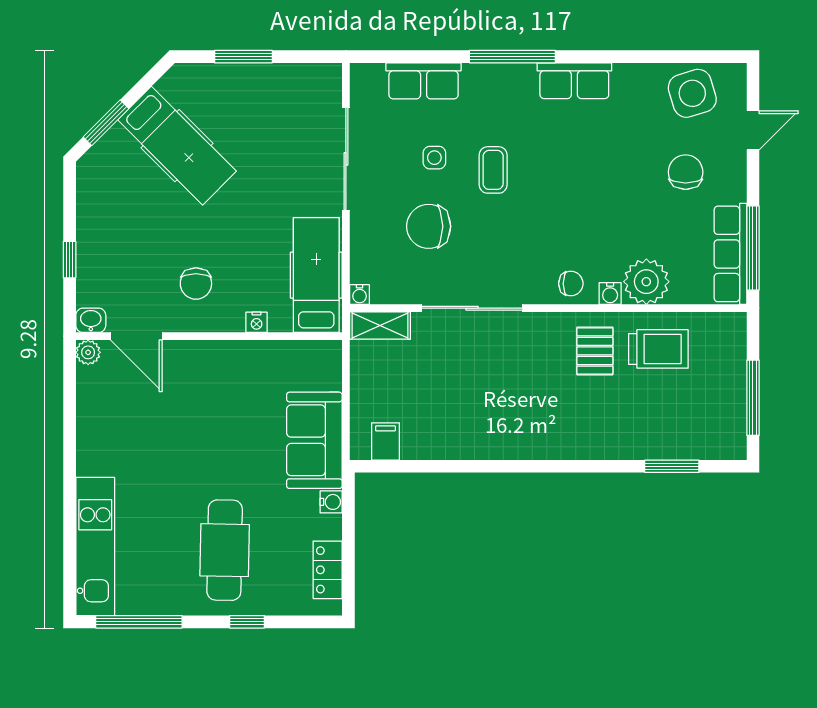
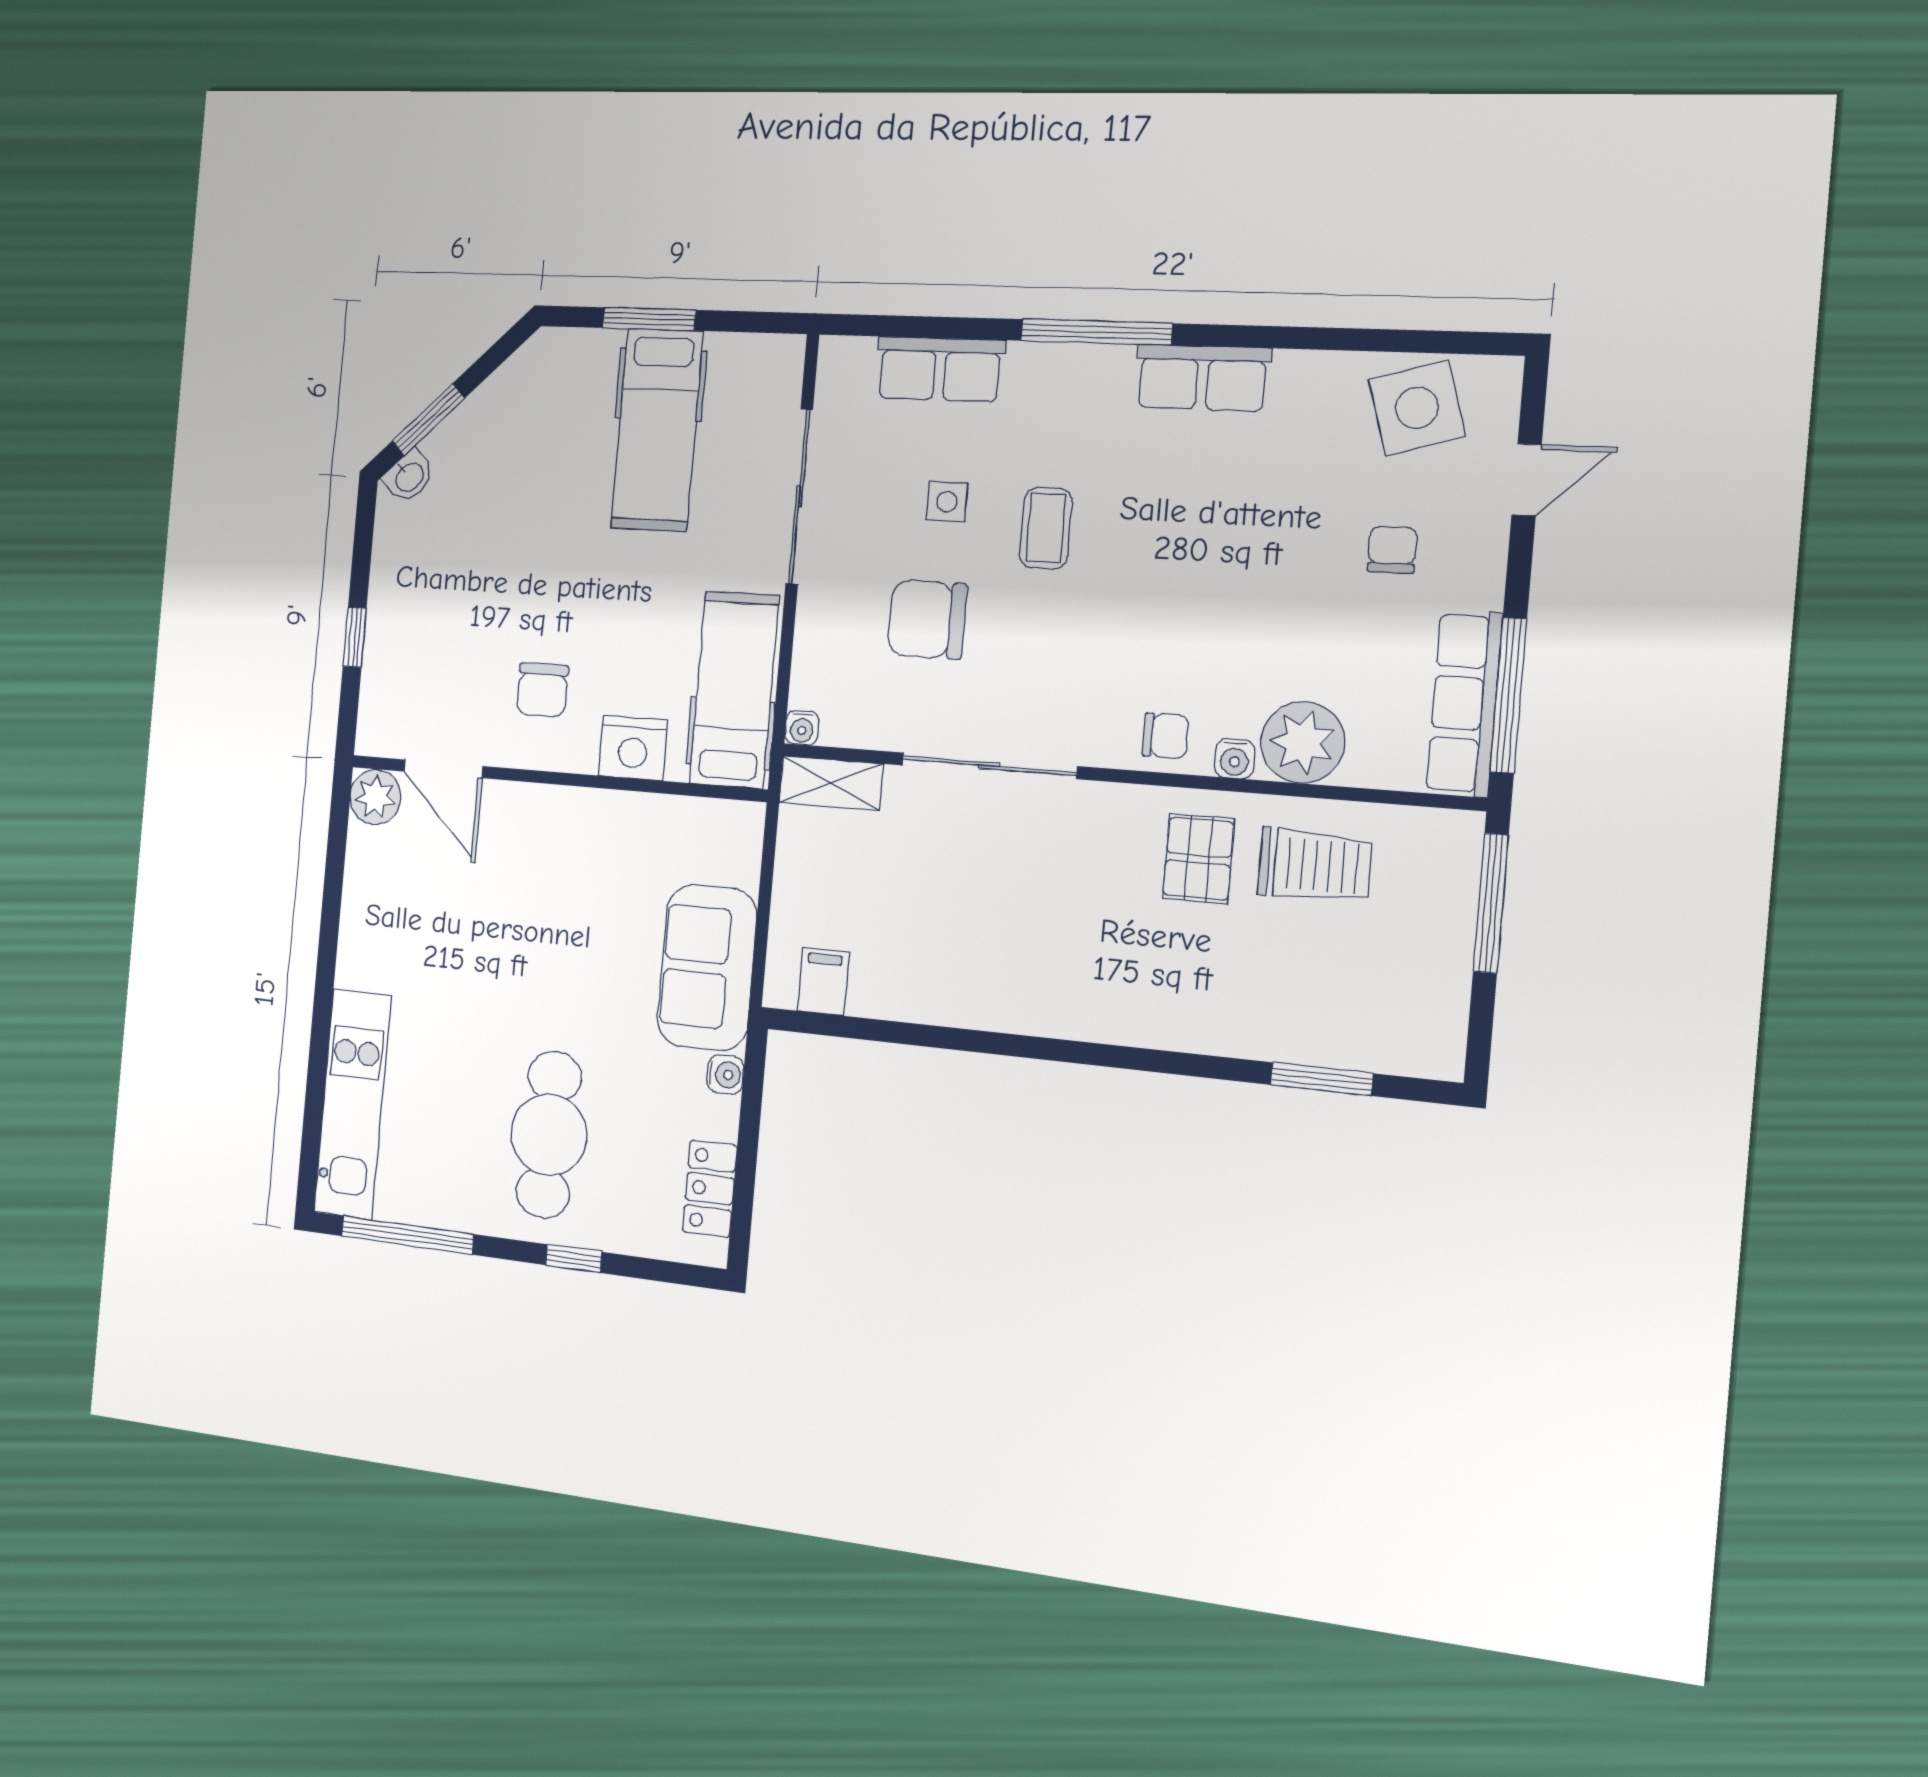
hospital bed: (177, 146) -> (657, 430), moved, turned 45
chair: (686, 172) -> (1392, 550), width x0.73, depth x0.73
washbasin: (91, 320) -> (409, 476), moved, turned 135
nightstand: (257, 322) -> (633, 748), width x1.89, depth x1.79
plant: (88, 352) -> (375, 797), width x1.38, depth x1.38
window: (753, 398) -> (1491, 903), moved

